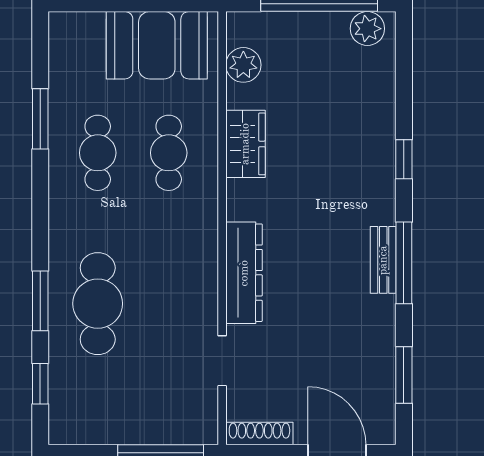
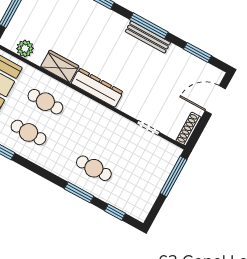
bench: (383, 260) -> (148, 37), width x1.36
dresser: (244, 273) -> (97, 88), moved
cafe table: (98, 304) -> (94, 168), width x0.73, depth x0.74

